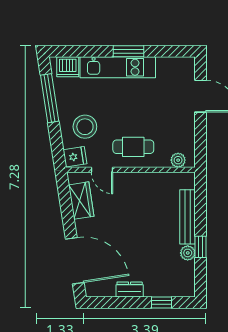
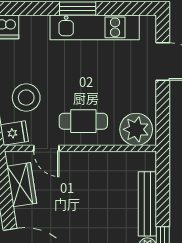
kitchen unit: (118, 67) -> (95, 27), moved
plant: (178, 160) -> (136, 129), width x1.88, depth x1.88

